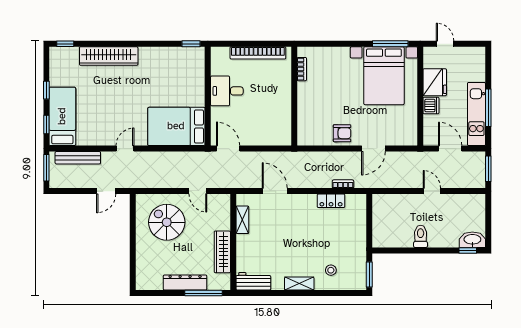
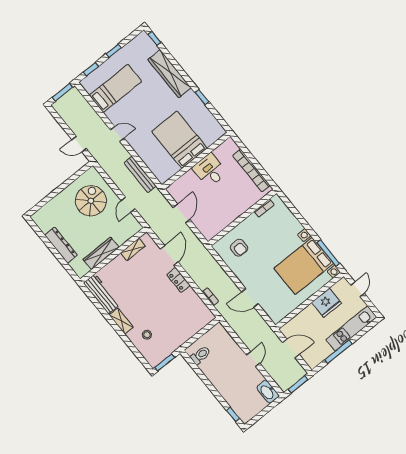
window: (191, 44) -> (202, 97), moved
dishwasher: (431, 106) -> (309, 313), removed
kitchen unit: (476, 114) -> (351, 328), moved
bed: (62, 116) -> (115, 88), moved
bed: (176, 126) -> (179, 140), moved
armchair: (342, 133) -> (239, 248), moved
door: (228, 149) -> (182, 213), moved
door: (450, 149) -> (291, 348), hinge flipped
bench: (78, 158) -> (140, 175), moved
locker: (331, 201) -> (178, 280), moved
toilet: (421, 236) -> (200, 355), moved
washbasin: (472, 240) -> (268, 392), moved, turned 180
workbench: (253, 281) -> (102, 294), width x1.38
window: (204, 293) -> (64, 263), removed

